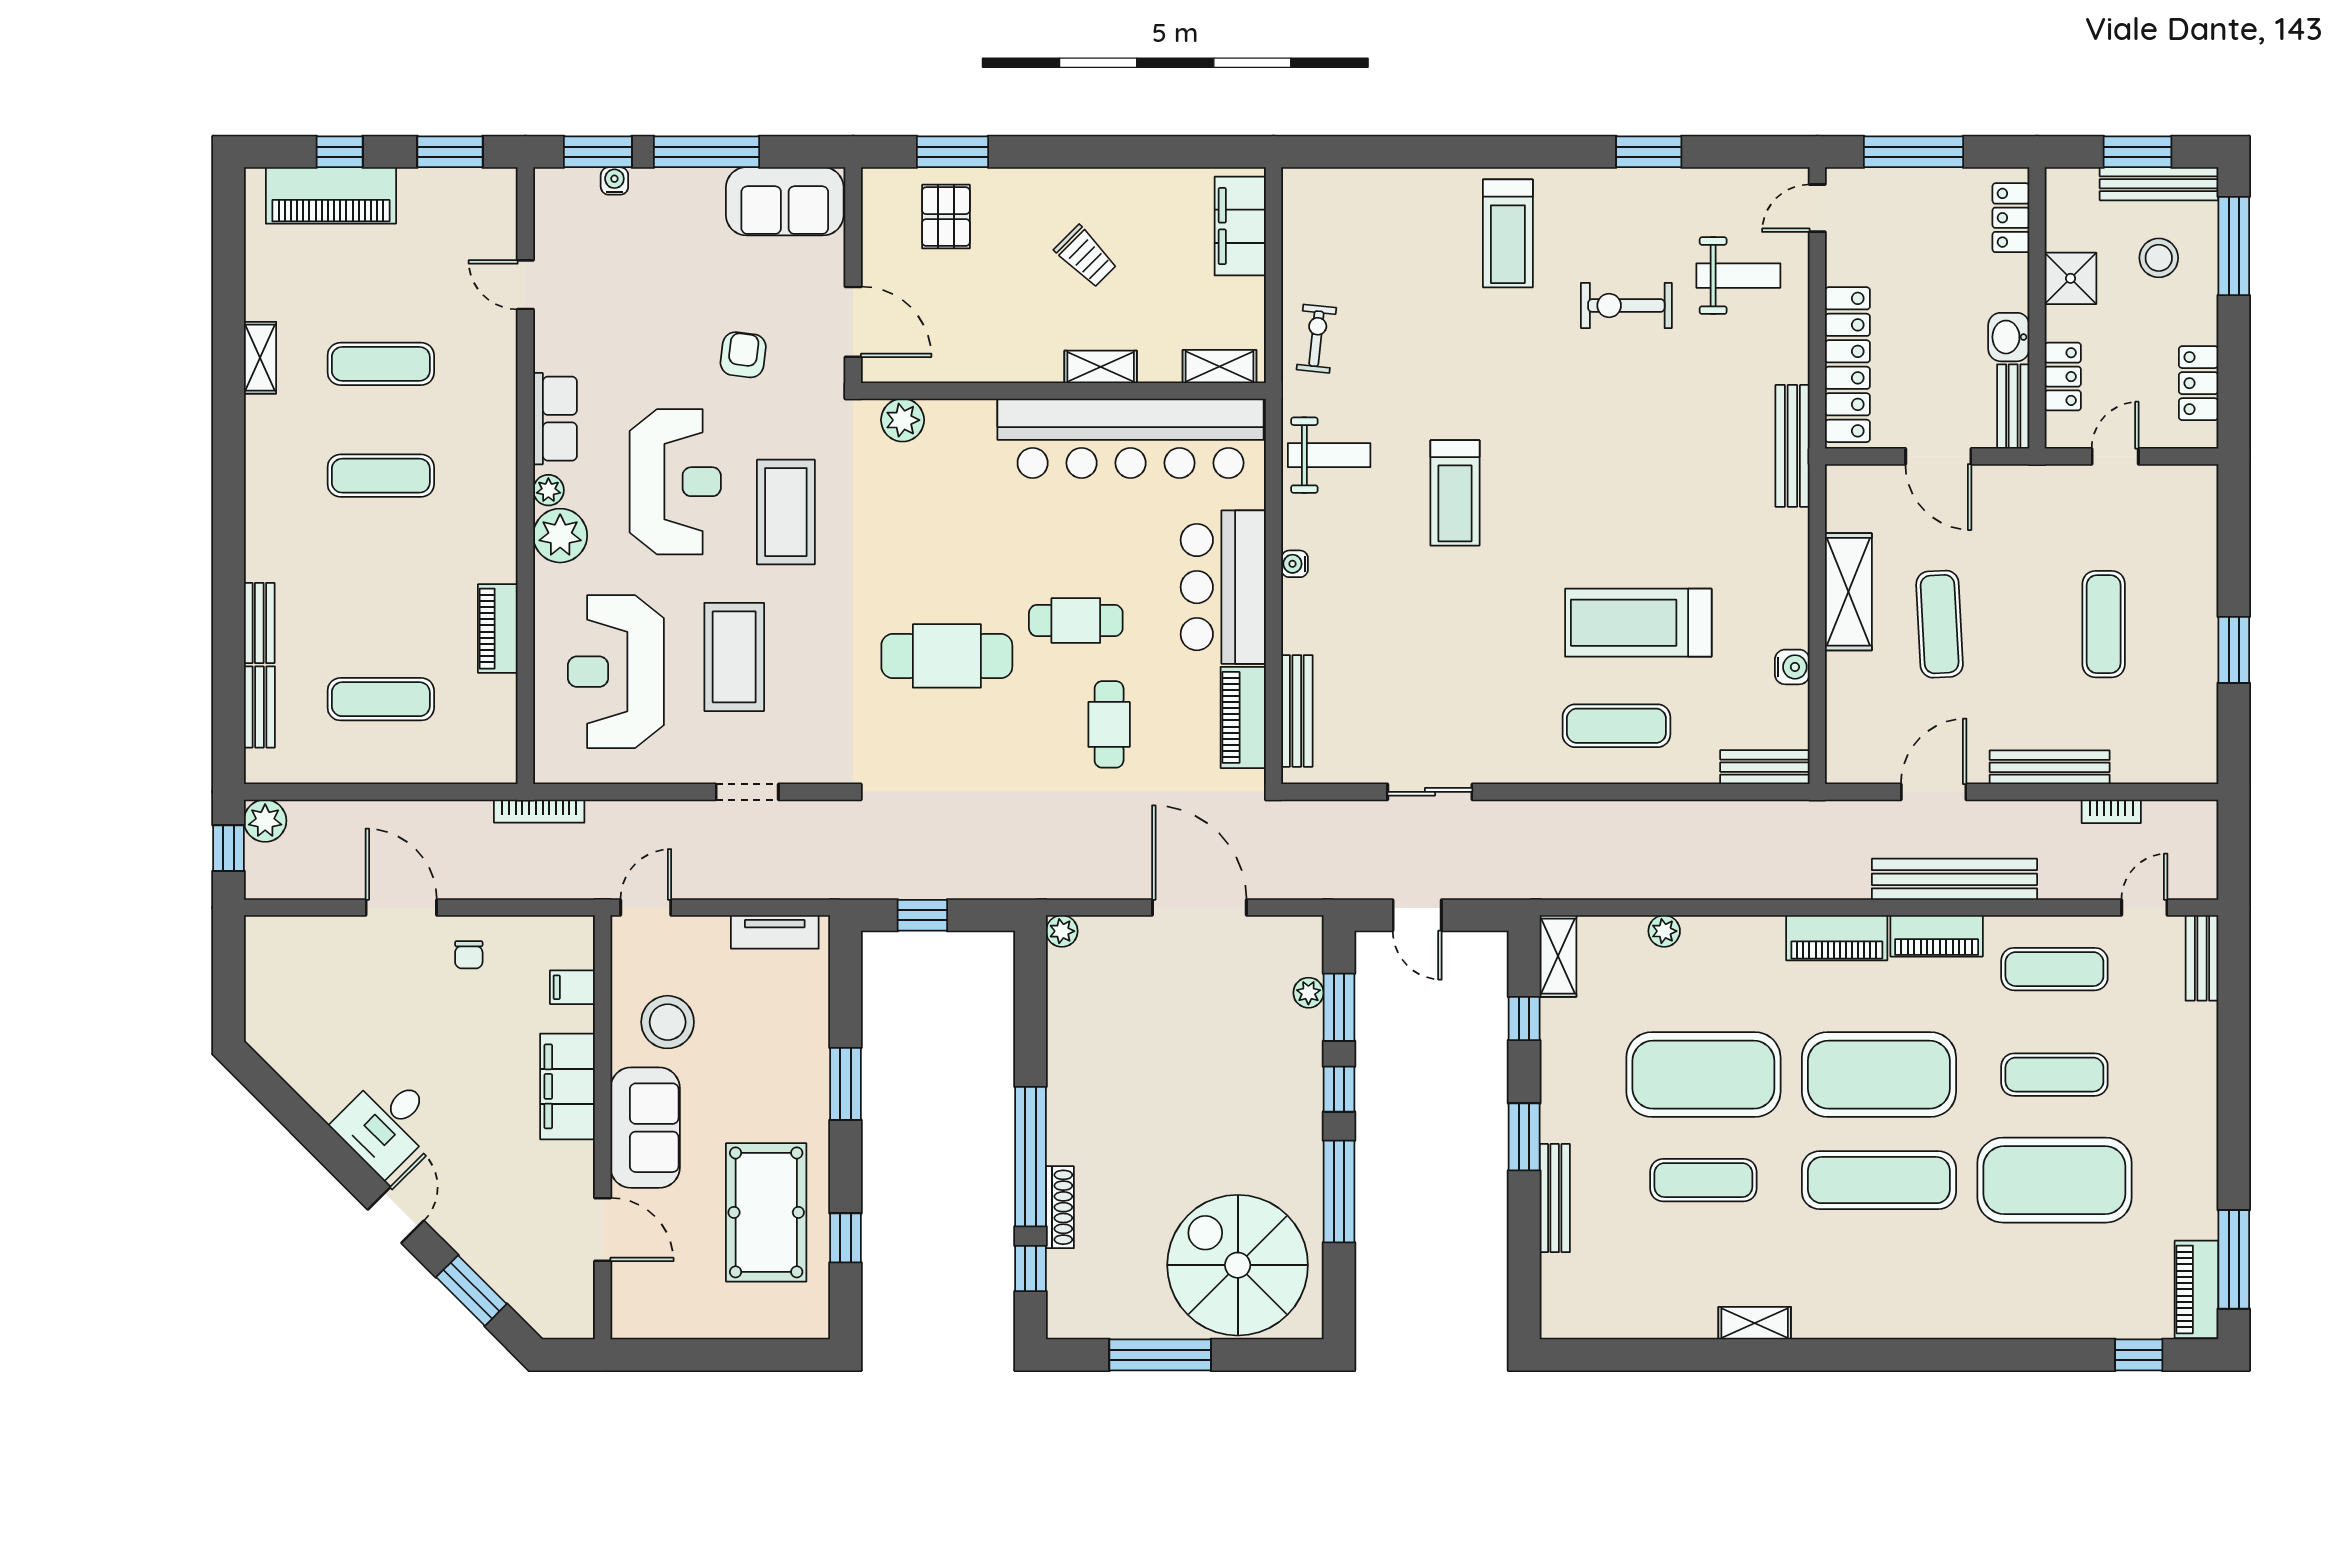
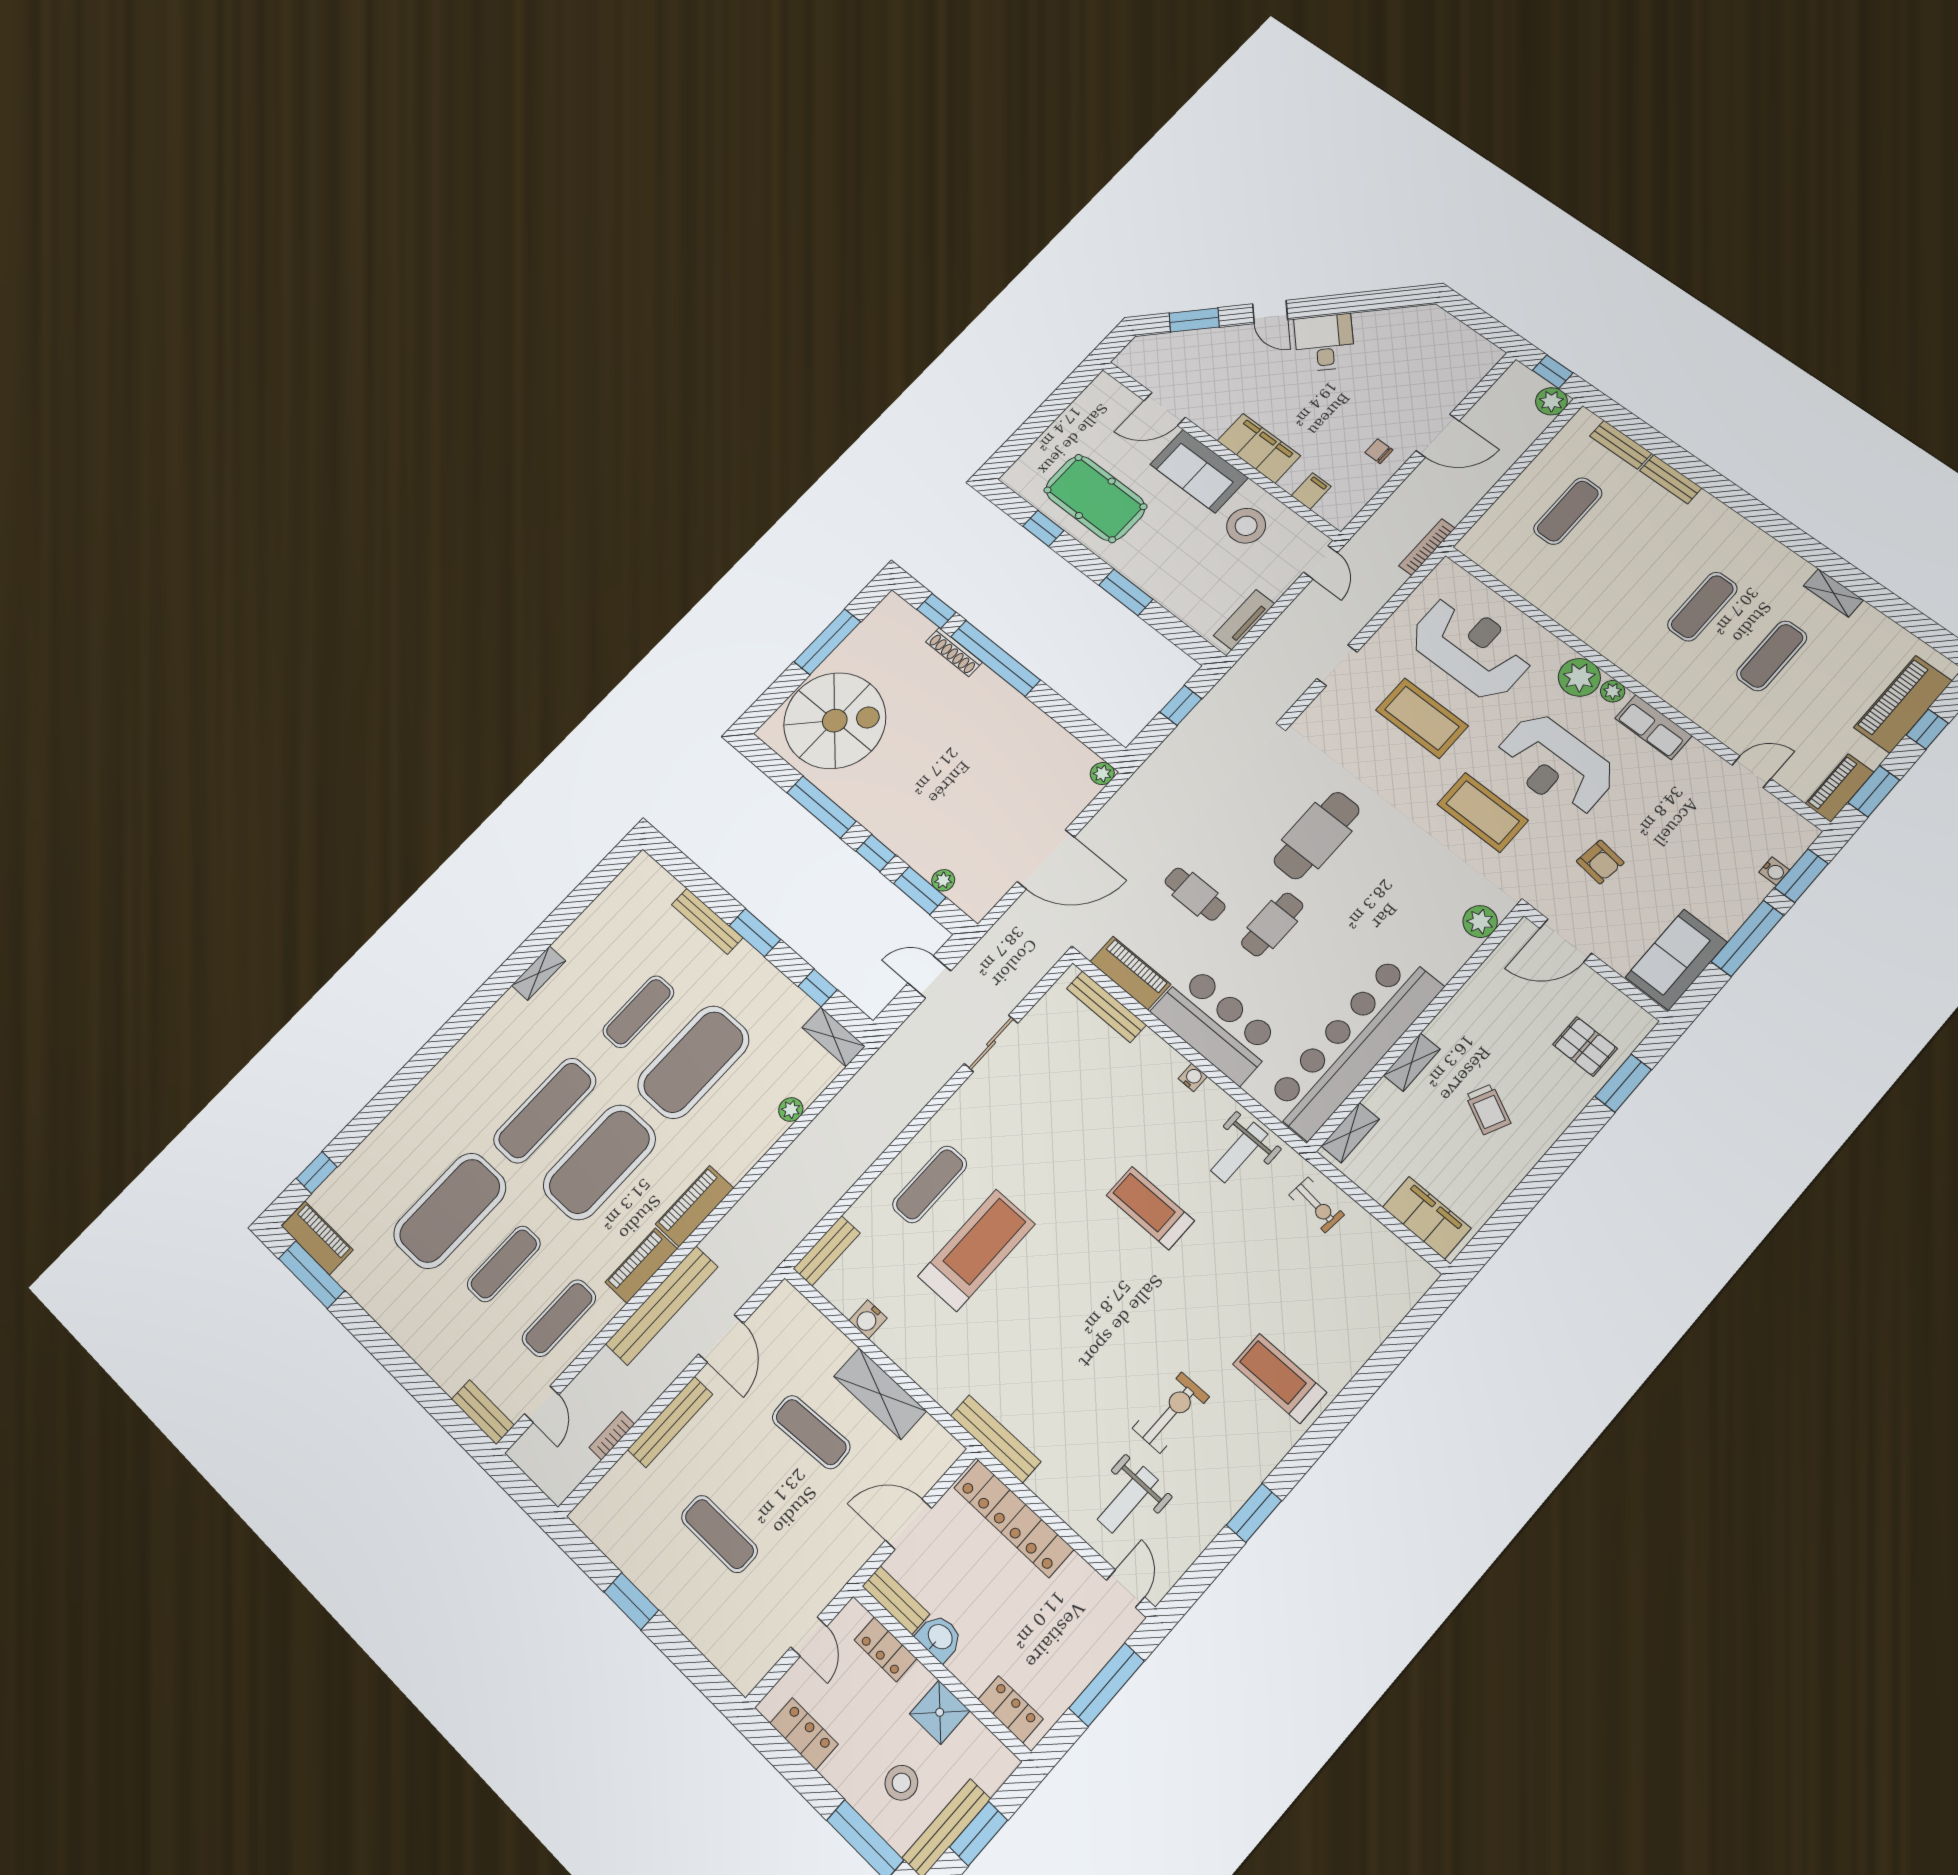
trolley: (1086, 257) -> (1488, 1109), turned -109
piano: (498, 629) -> (1840, 788), moved, turned -90

